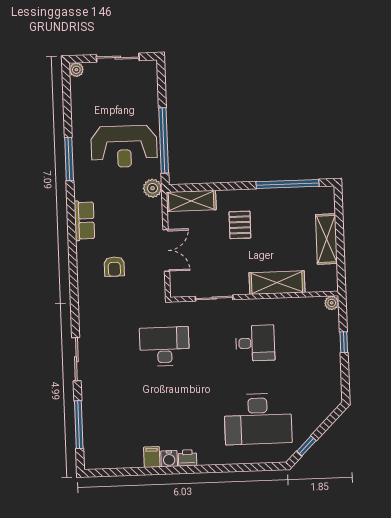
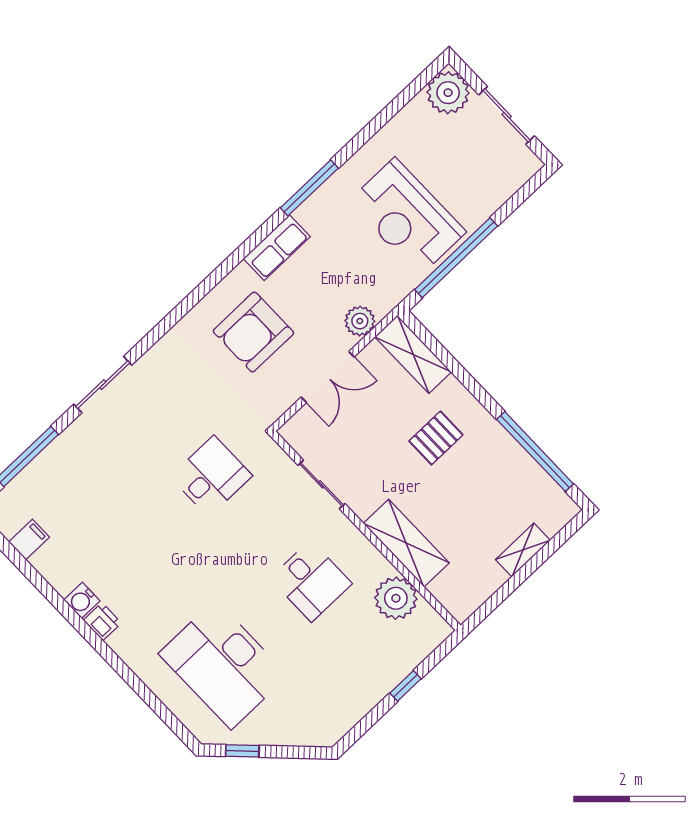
plant: (76, 70) -> (448, 93), width x1.88, depth x1.88
window: (69, 159) -> (309, 188), moved
plant: (152, 188) -> (360, 321), moved
shelving: (326, 239) -> (523, 550), width x0.67, depth x0.75
armchair: (114, 267) -> (253, 332), width x1.88, depth x1.88
plant: (332, 303) -> (396, 598), moved, width x1.88, depth x1.88
desk: (164, 346) -> (211, 476), width x0.73
filing cabinet: (152, 457) -> (29, 540), moved

